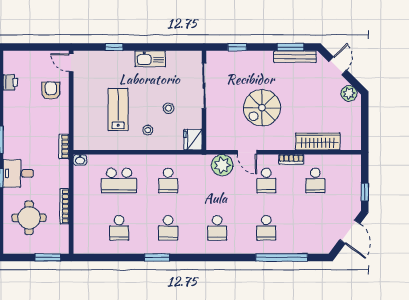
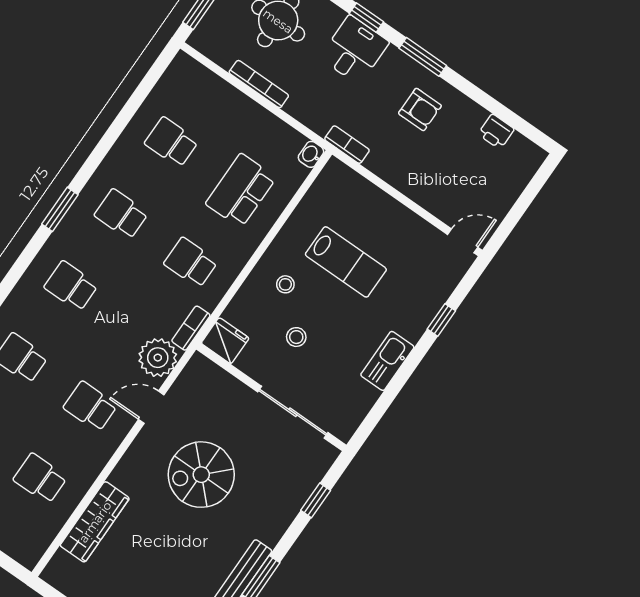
armchair: (51, 91) -> (420, 109), moved
spiral stairs: (262, 108) -> (201, 475), turned -90
bookcase: (291, 159) -> (191, 328), moved
window: (157, 257) -> (60, 209), moved

